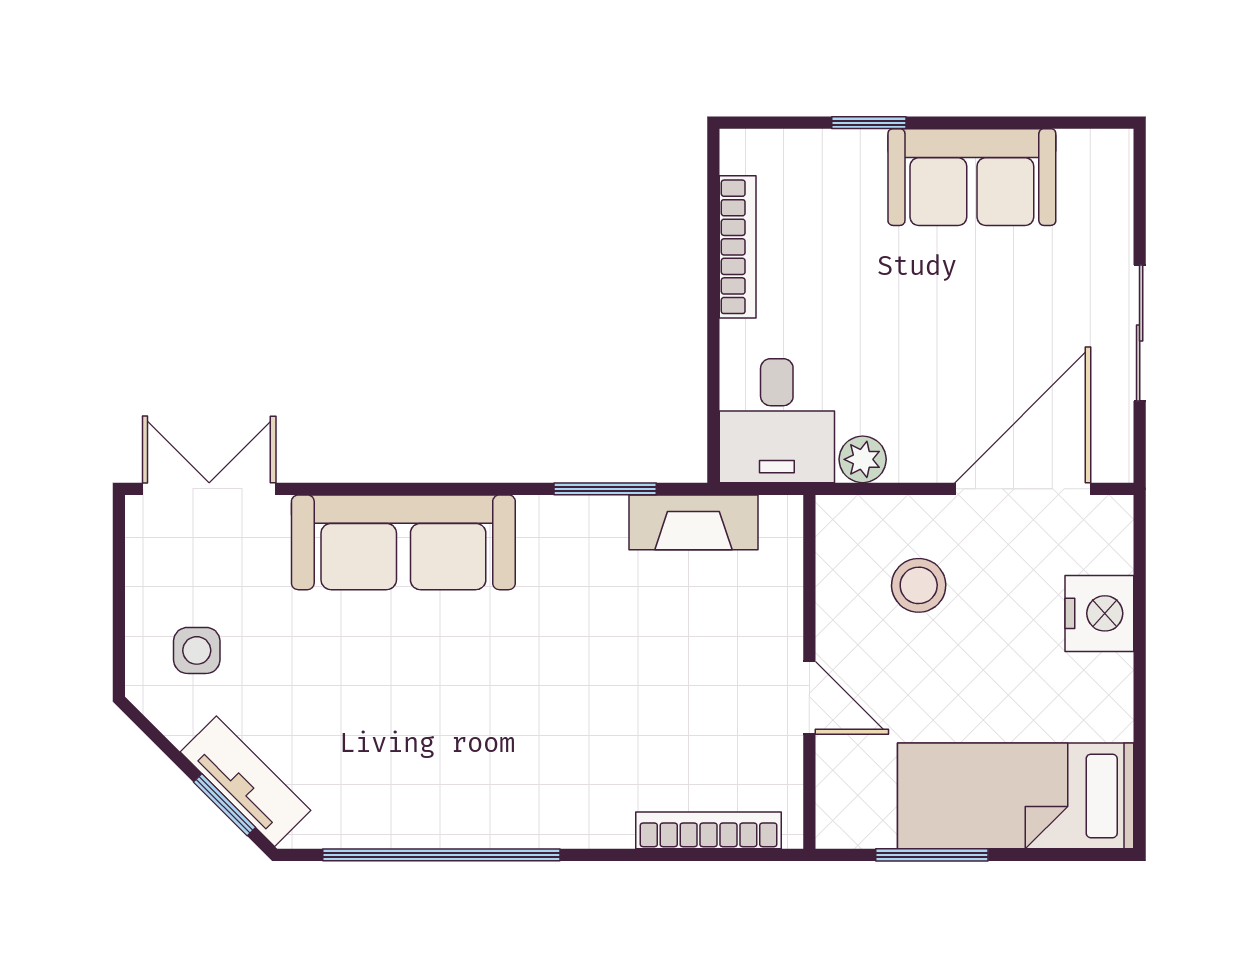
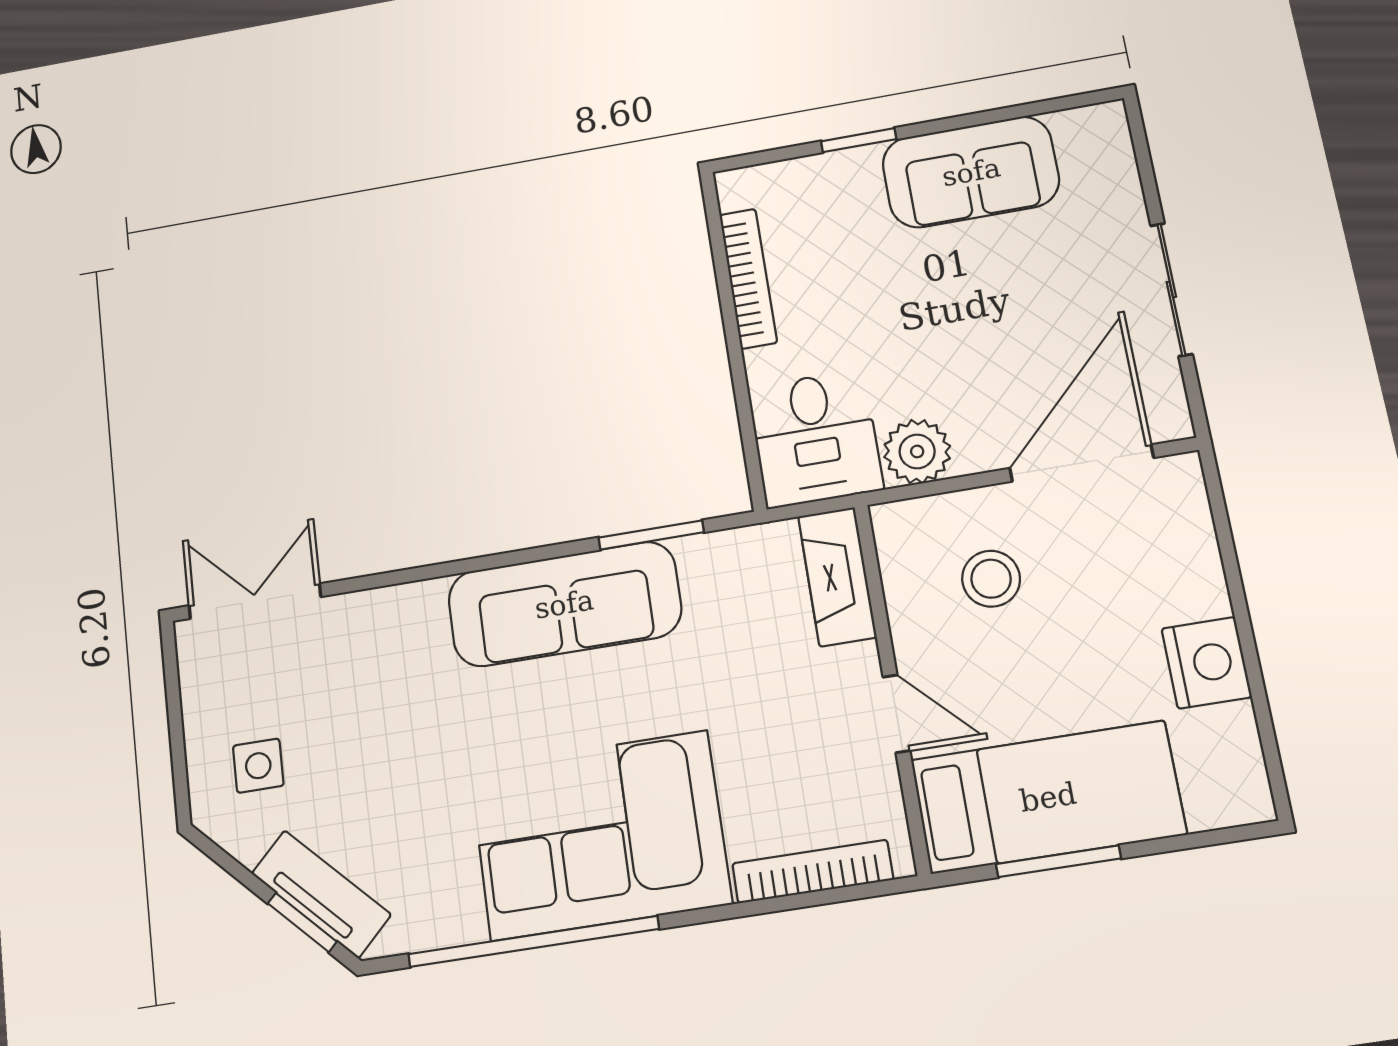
plant: (863, 459) -> (917, 451), width x1.38, depth x1.38
fireplace: (693, 522) -> (837, 577), moved, turned 90
sofa: (403, 542) -> (564, 604), moved
nightstand: (1099, 613) -> (1206, 663), moved
corner sofa: (516, 767) -> (600, 835), added
bed: (1016, 796) -> (1048, 797), moved, turned 180

